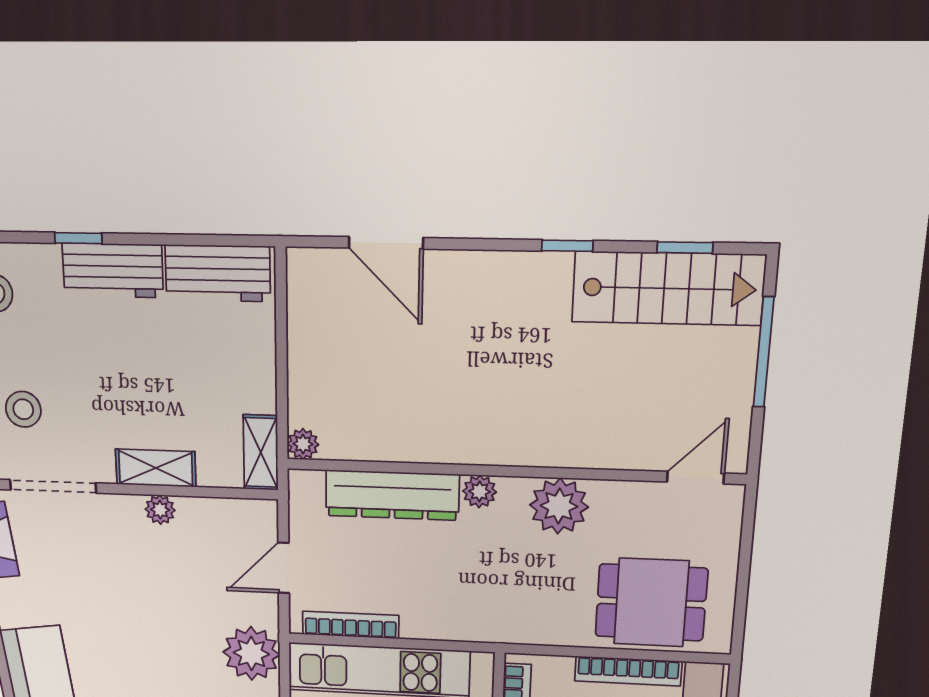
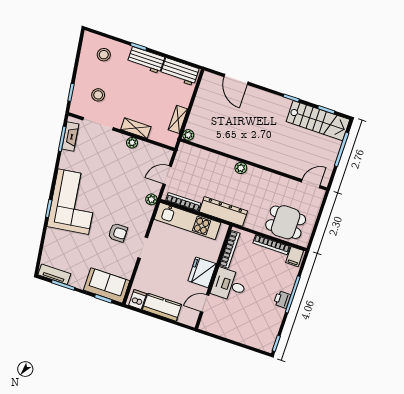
shelving: (261, 452) -> (178, 119), moved
dresser: (392, 495) -> (223, 211), moved, turned 180
plant: (559, 506) -> (265, 180), removed
plant: (251, 653) -> (151, 199), width x0.53, depth x0.53

